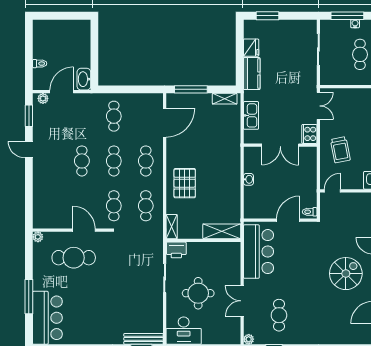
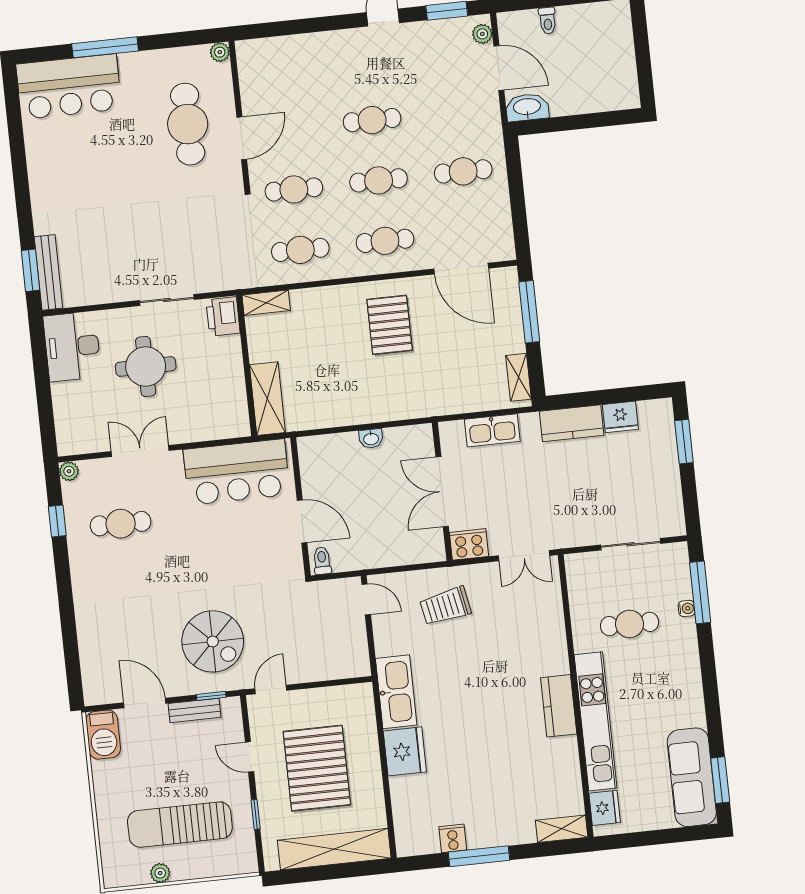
pallet: (185, 183) -> (390, 325), moved, turned 90

